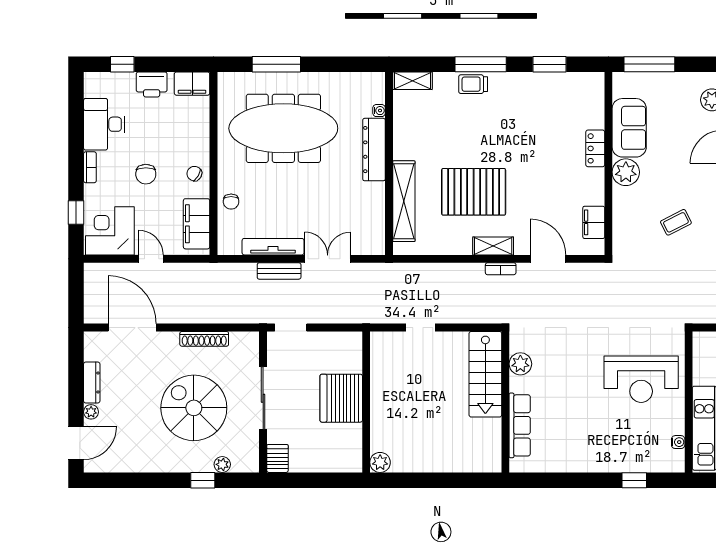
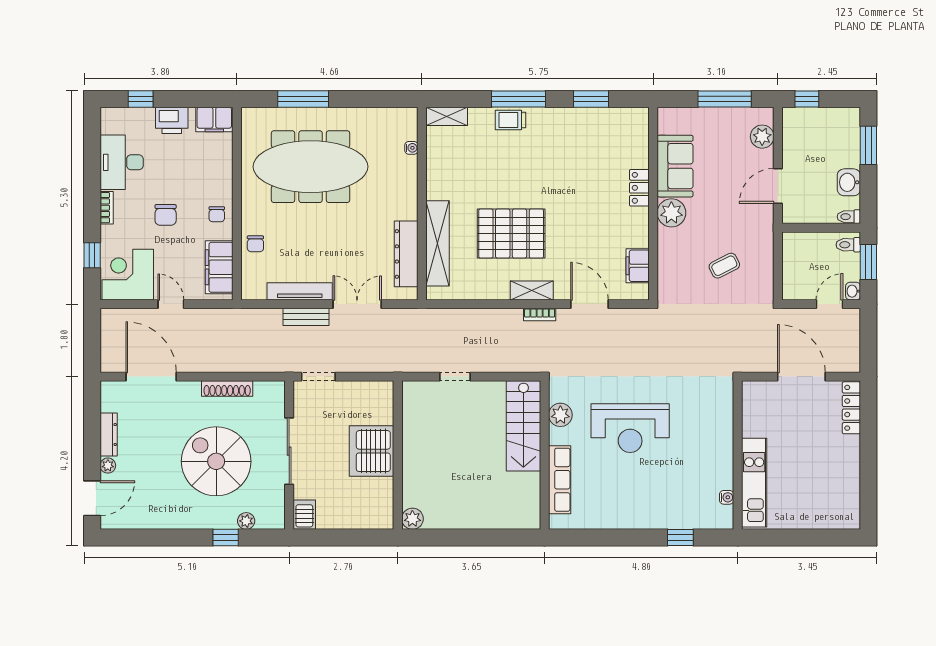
window: (649, 64) -> (725, 99), moved
dresser: (374, 150) -> (406, 254), moved
chair: (194, 174) -> (217, 214), turned -121
reception desk: (641, 379) -> (630, 428), moved

